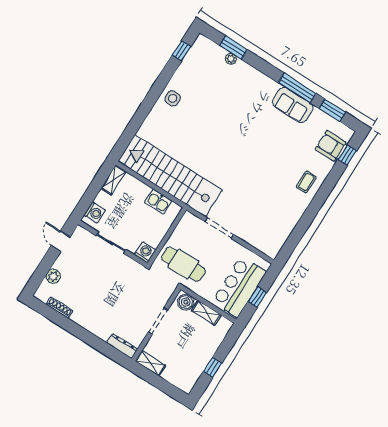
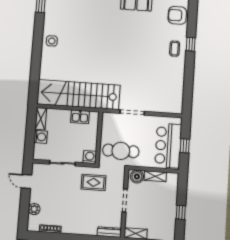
window: (347, 155) -> (191, 44), moved
washing machine: (95, 213) -> (41, 137), moved
rug: (134, 282) -> (93, 182), added

